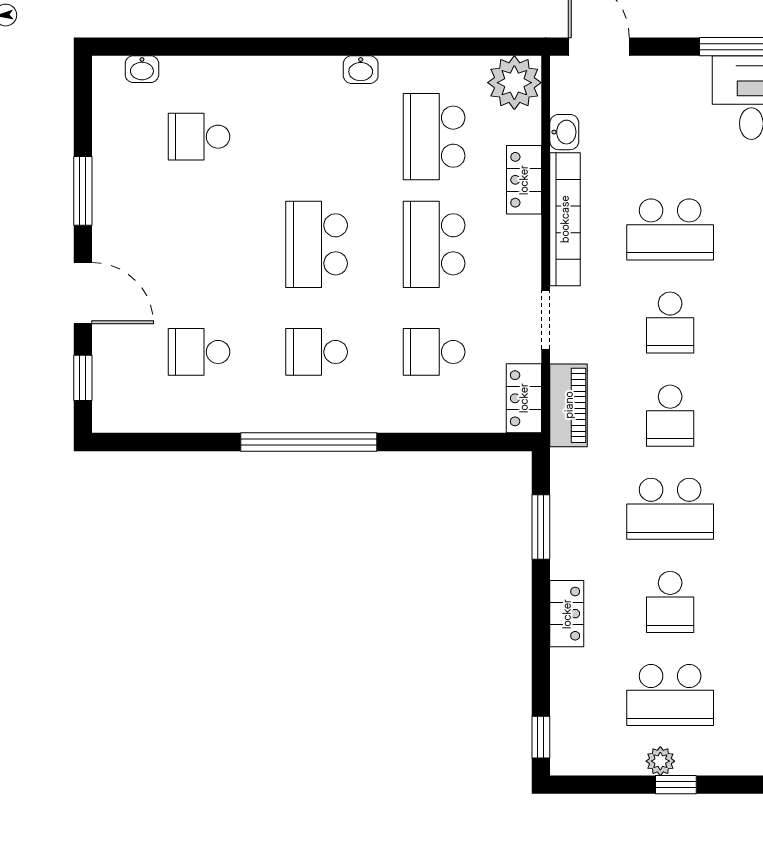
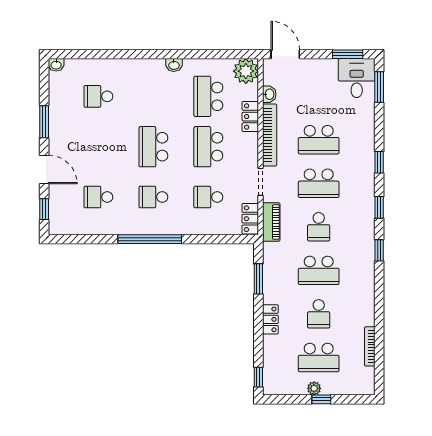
washbasin: (142, 69) -> (56, 65), moved
school desk: (670, 323) -> (319, 183), width x1.85

